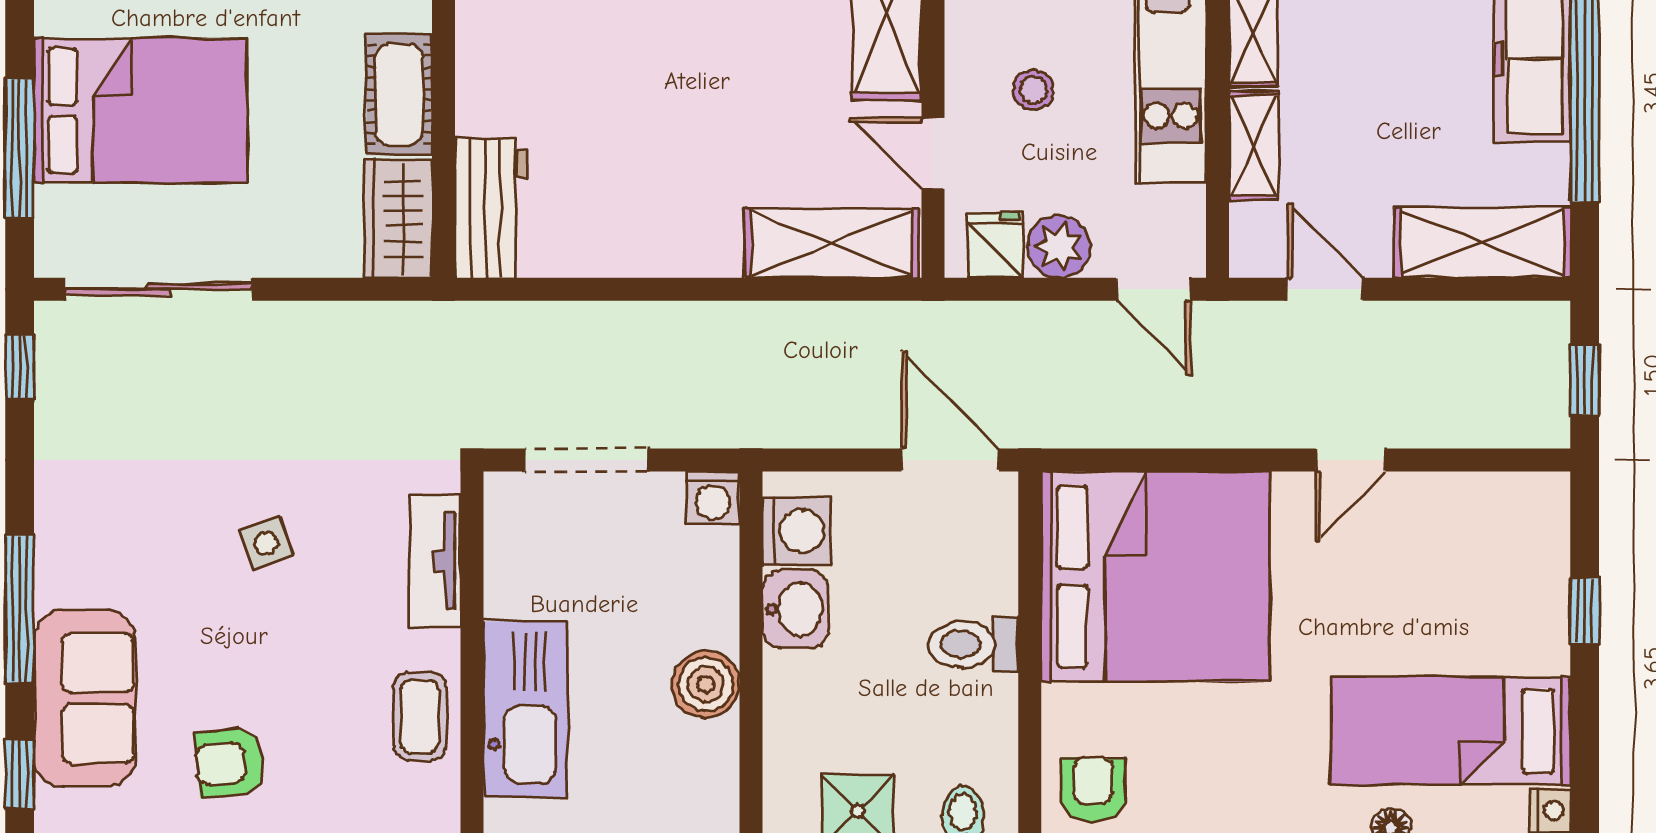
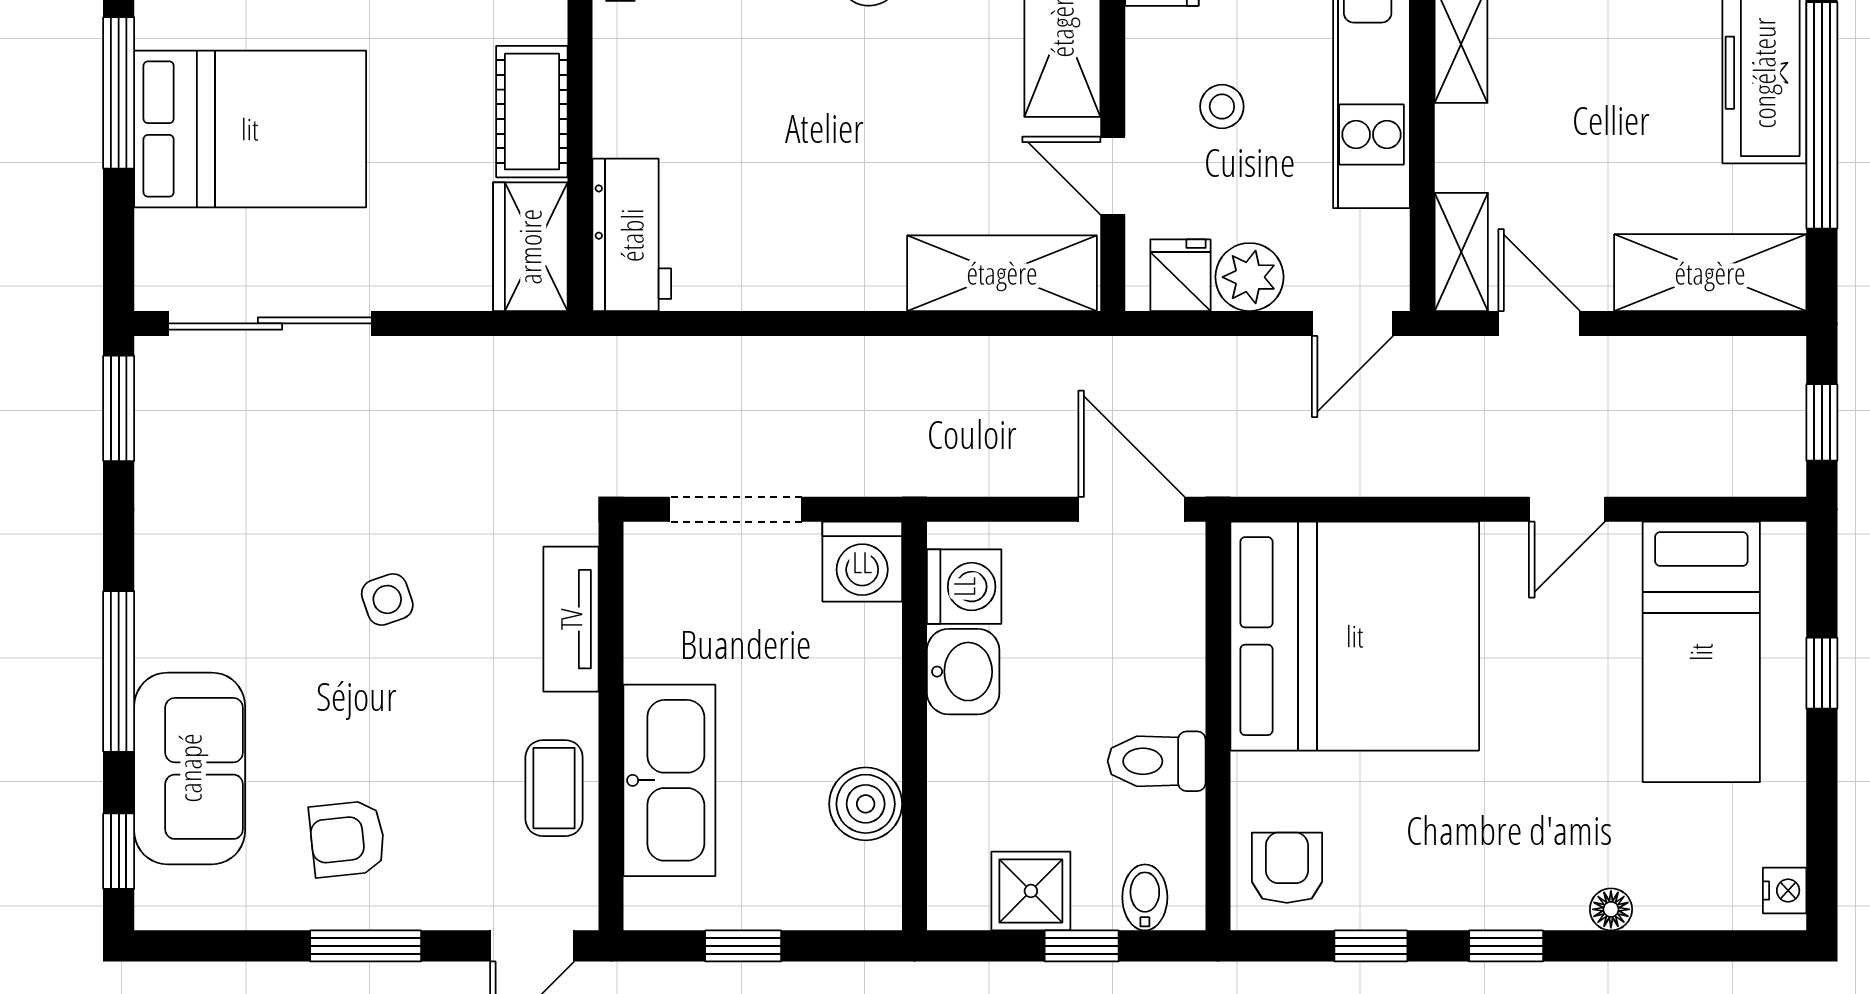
shelving: (1253, 146) -> (1461, 252), moved
window: (20, 148) -> (119, 93), moved
door: (1153, 289) -> (1352, 323), hinge flipped
window: (20, 367) -> (119, 408), width x1.50
washing machine: (713, 498) -> (862, 562), width x1.38, depth x1.38
toilet: (973, 644) -> (1157, 761), moved
boiler: (706, 684) -> (866, 804), moved
bed: (1451, 731) -> (1701, 652), moved, turned -90

